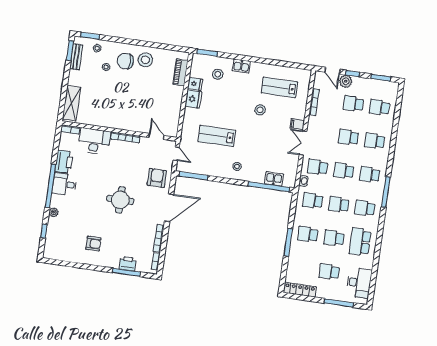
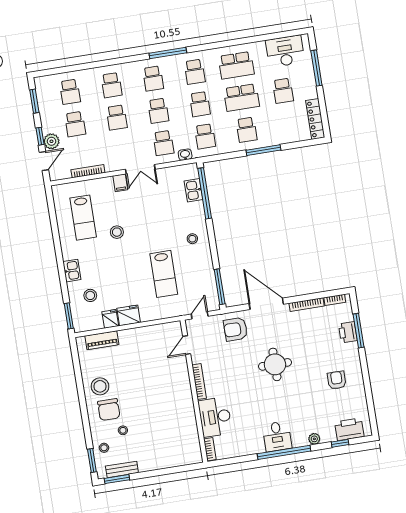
shelving: (71, 103) -> (179, 458), removed
printer: (64, 162) -> (349, 429), moved
school desk: (334, 238) -> (241, 97), width x1.85

